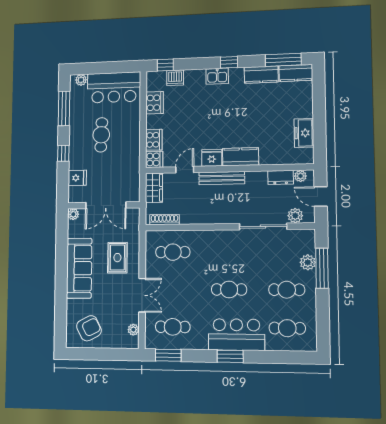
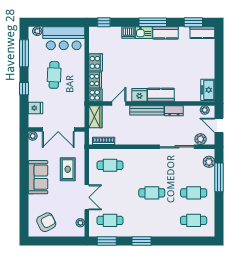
window: (283, 60) -> (193, 22), width x0.69
window: (229, 62) -> (153, 22), width x2.17
kitchen counter: (261, 75) -> (165, 33), moved
dishwasher: (175, 78) -> (128, 32), moved
cooker: (155, 103) -> (96, 62), moved
freezer: (304, 133) -> (208, 90), moved
dresser: (281, 177) -> (174, 111), moved
plant: (308, 262) -> (209, 162), moved
sofa: (79, 268) -> (38, 177), width x0.73
bar counter: (236, 335) -> (157, 225), removed
window: (230, 356) -> (141, 241), moved

